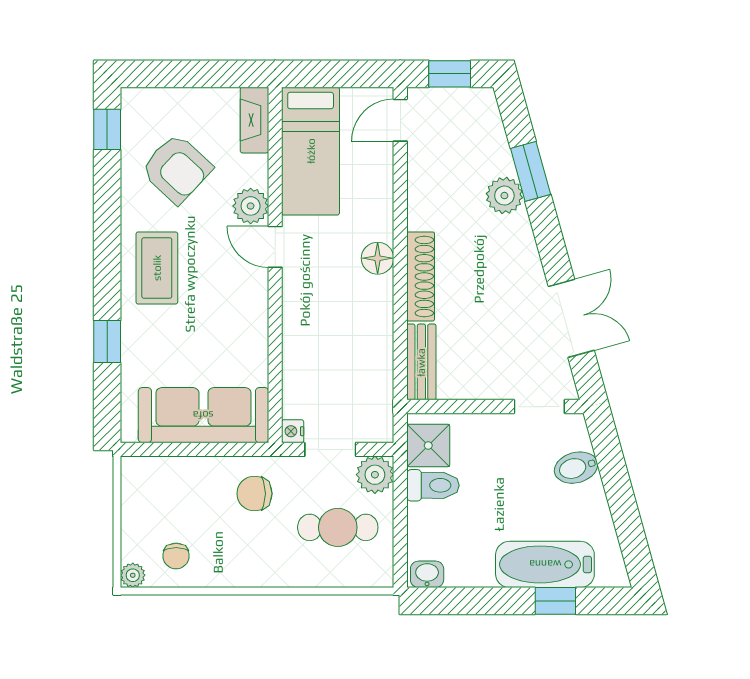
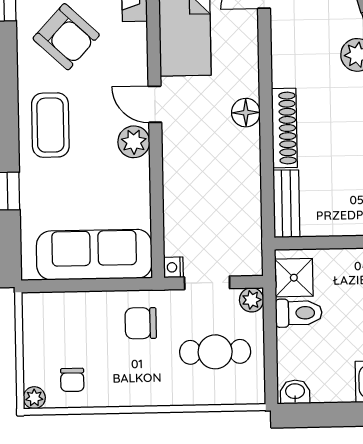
plant: (251, 206) -> (134, 142), moved
plant: (375, 475) -> (252, 300), width x0.73, depth x0.73

